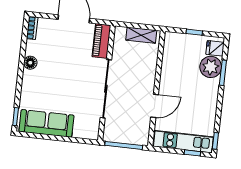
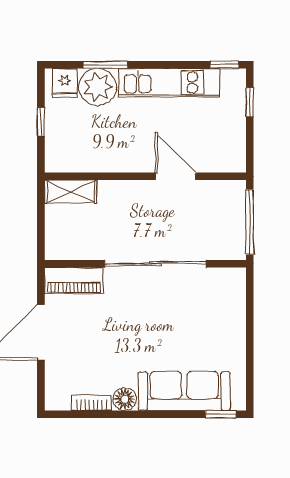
bookcase: (32, 28) -> (91, 403), moved
shelving: (141, 35) -> (71, 192), moved, turned 90
sofa: (46, 123) -> (184, 391), moved, turned 90
kitchen unit: (183, 142) -> (169, 83), moved, turned -90

